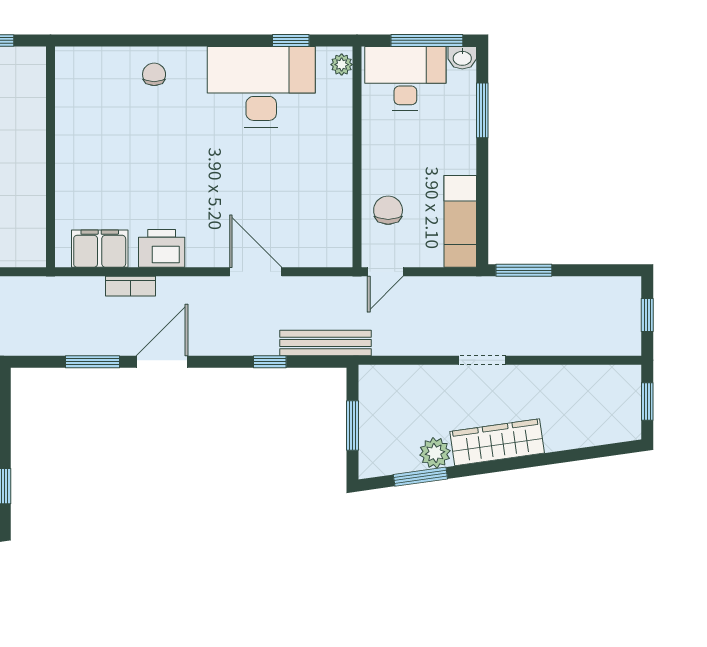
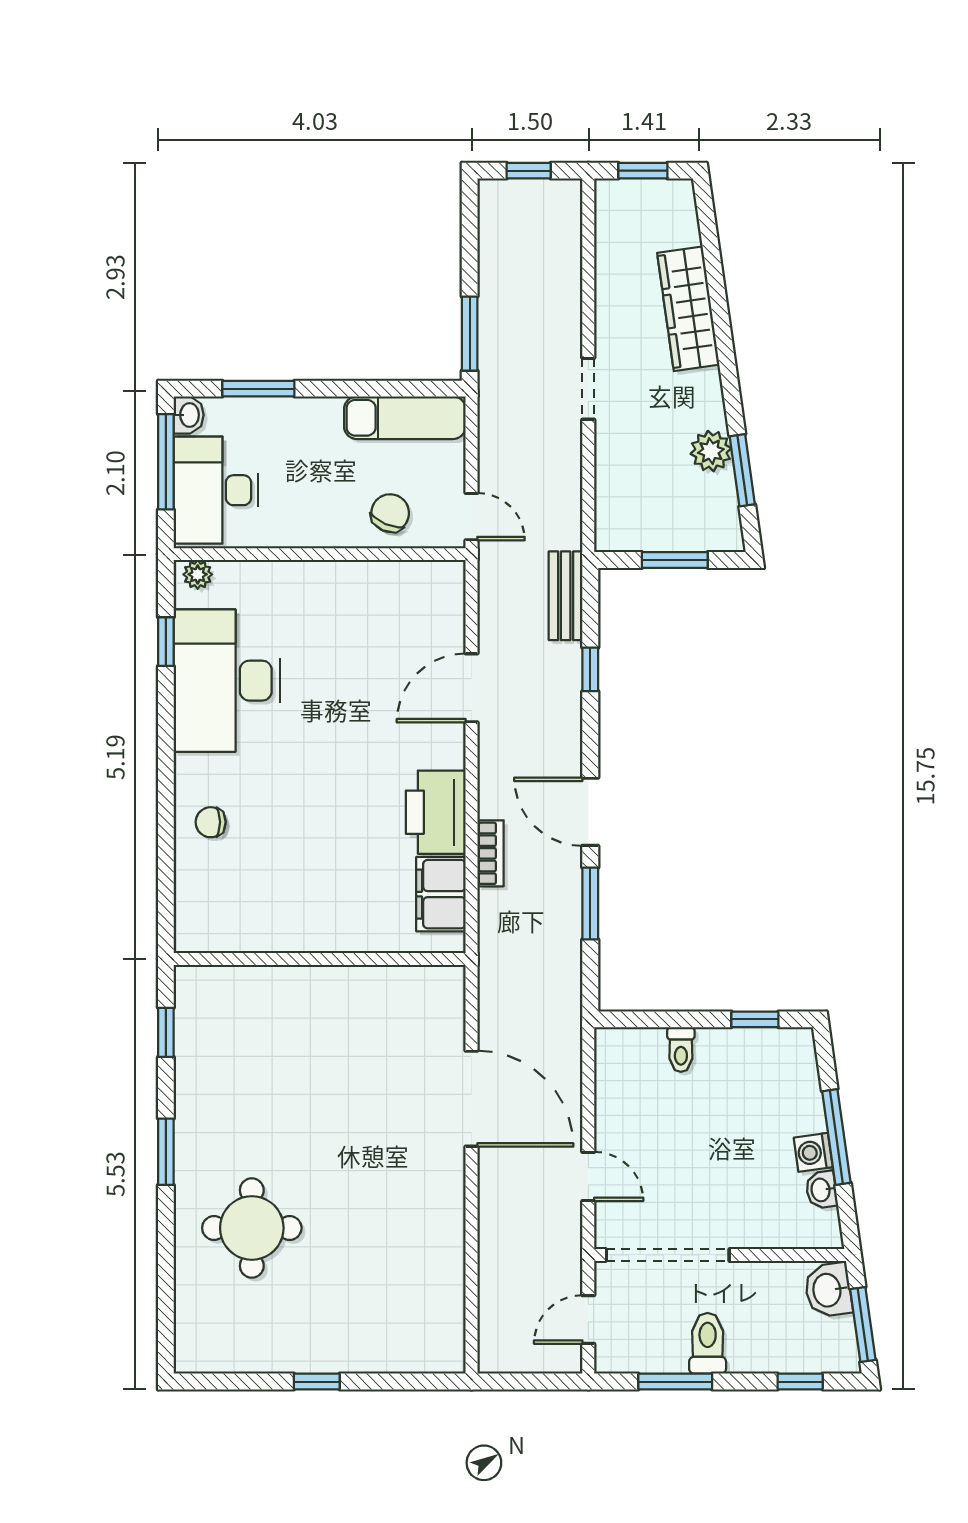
chair: (388, 210) -> (390, 513), turned 113
printer: (162, 248) -> (436, 812), width x1.37, depth x1.19
bench: (325, 343) -> (566, 596), width x0.73
wardrobe: (497, 442) -> (688, 309), moved

